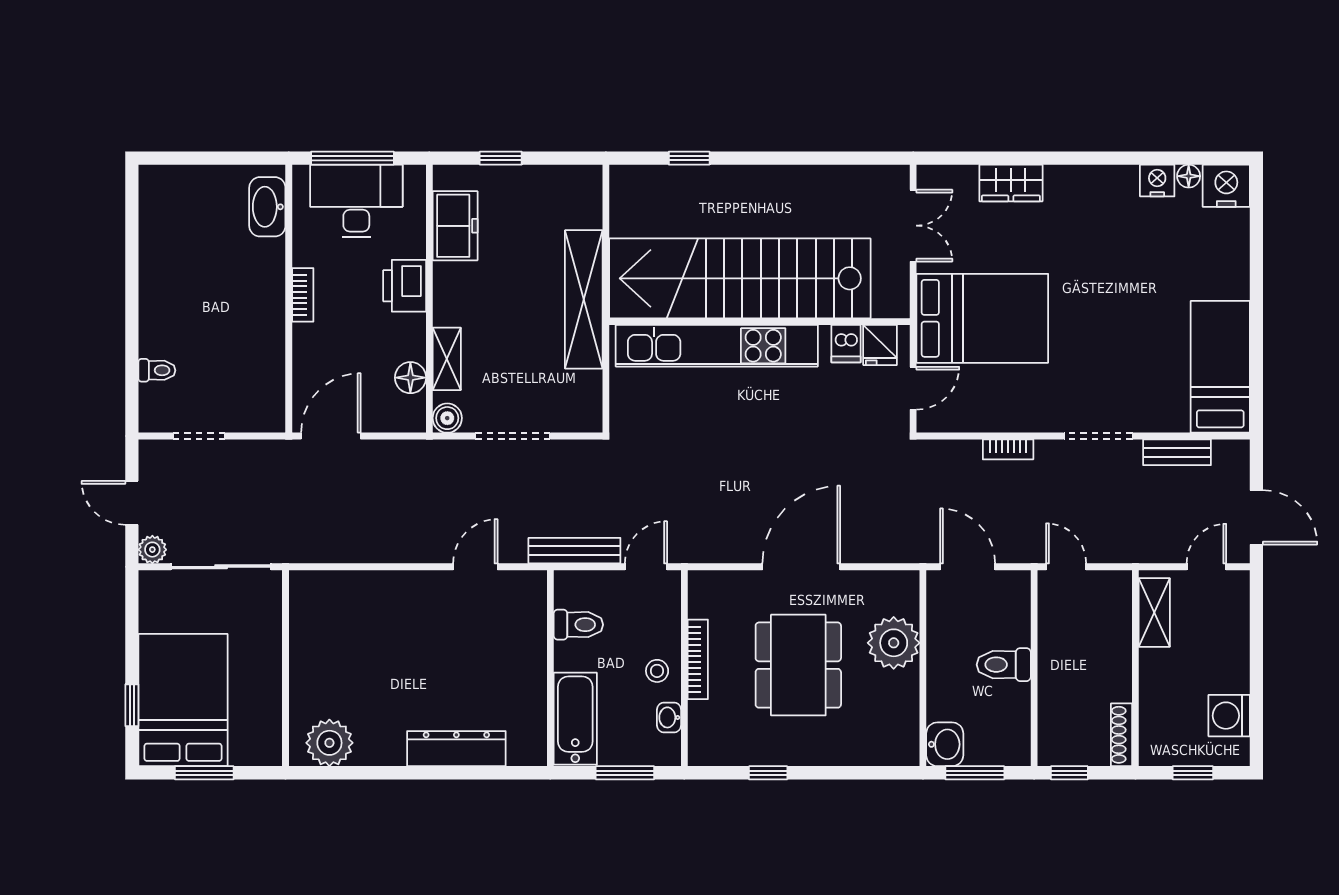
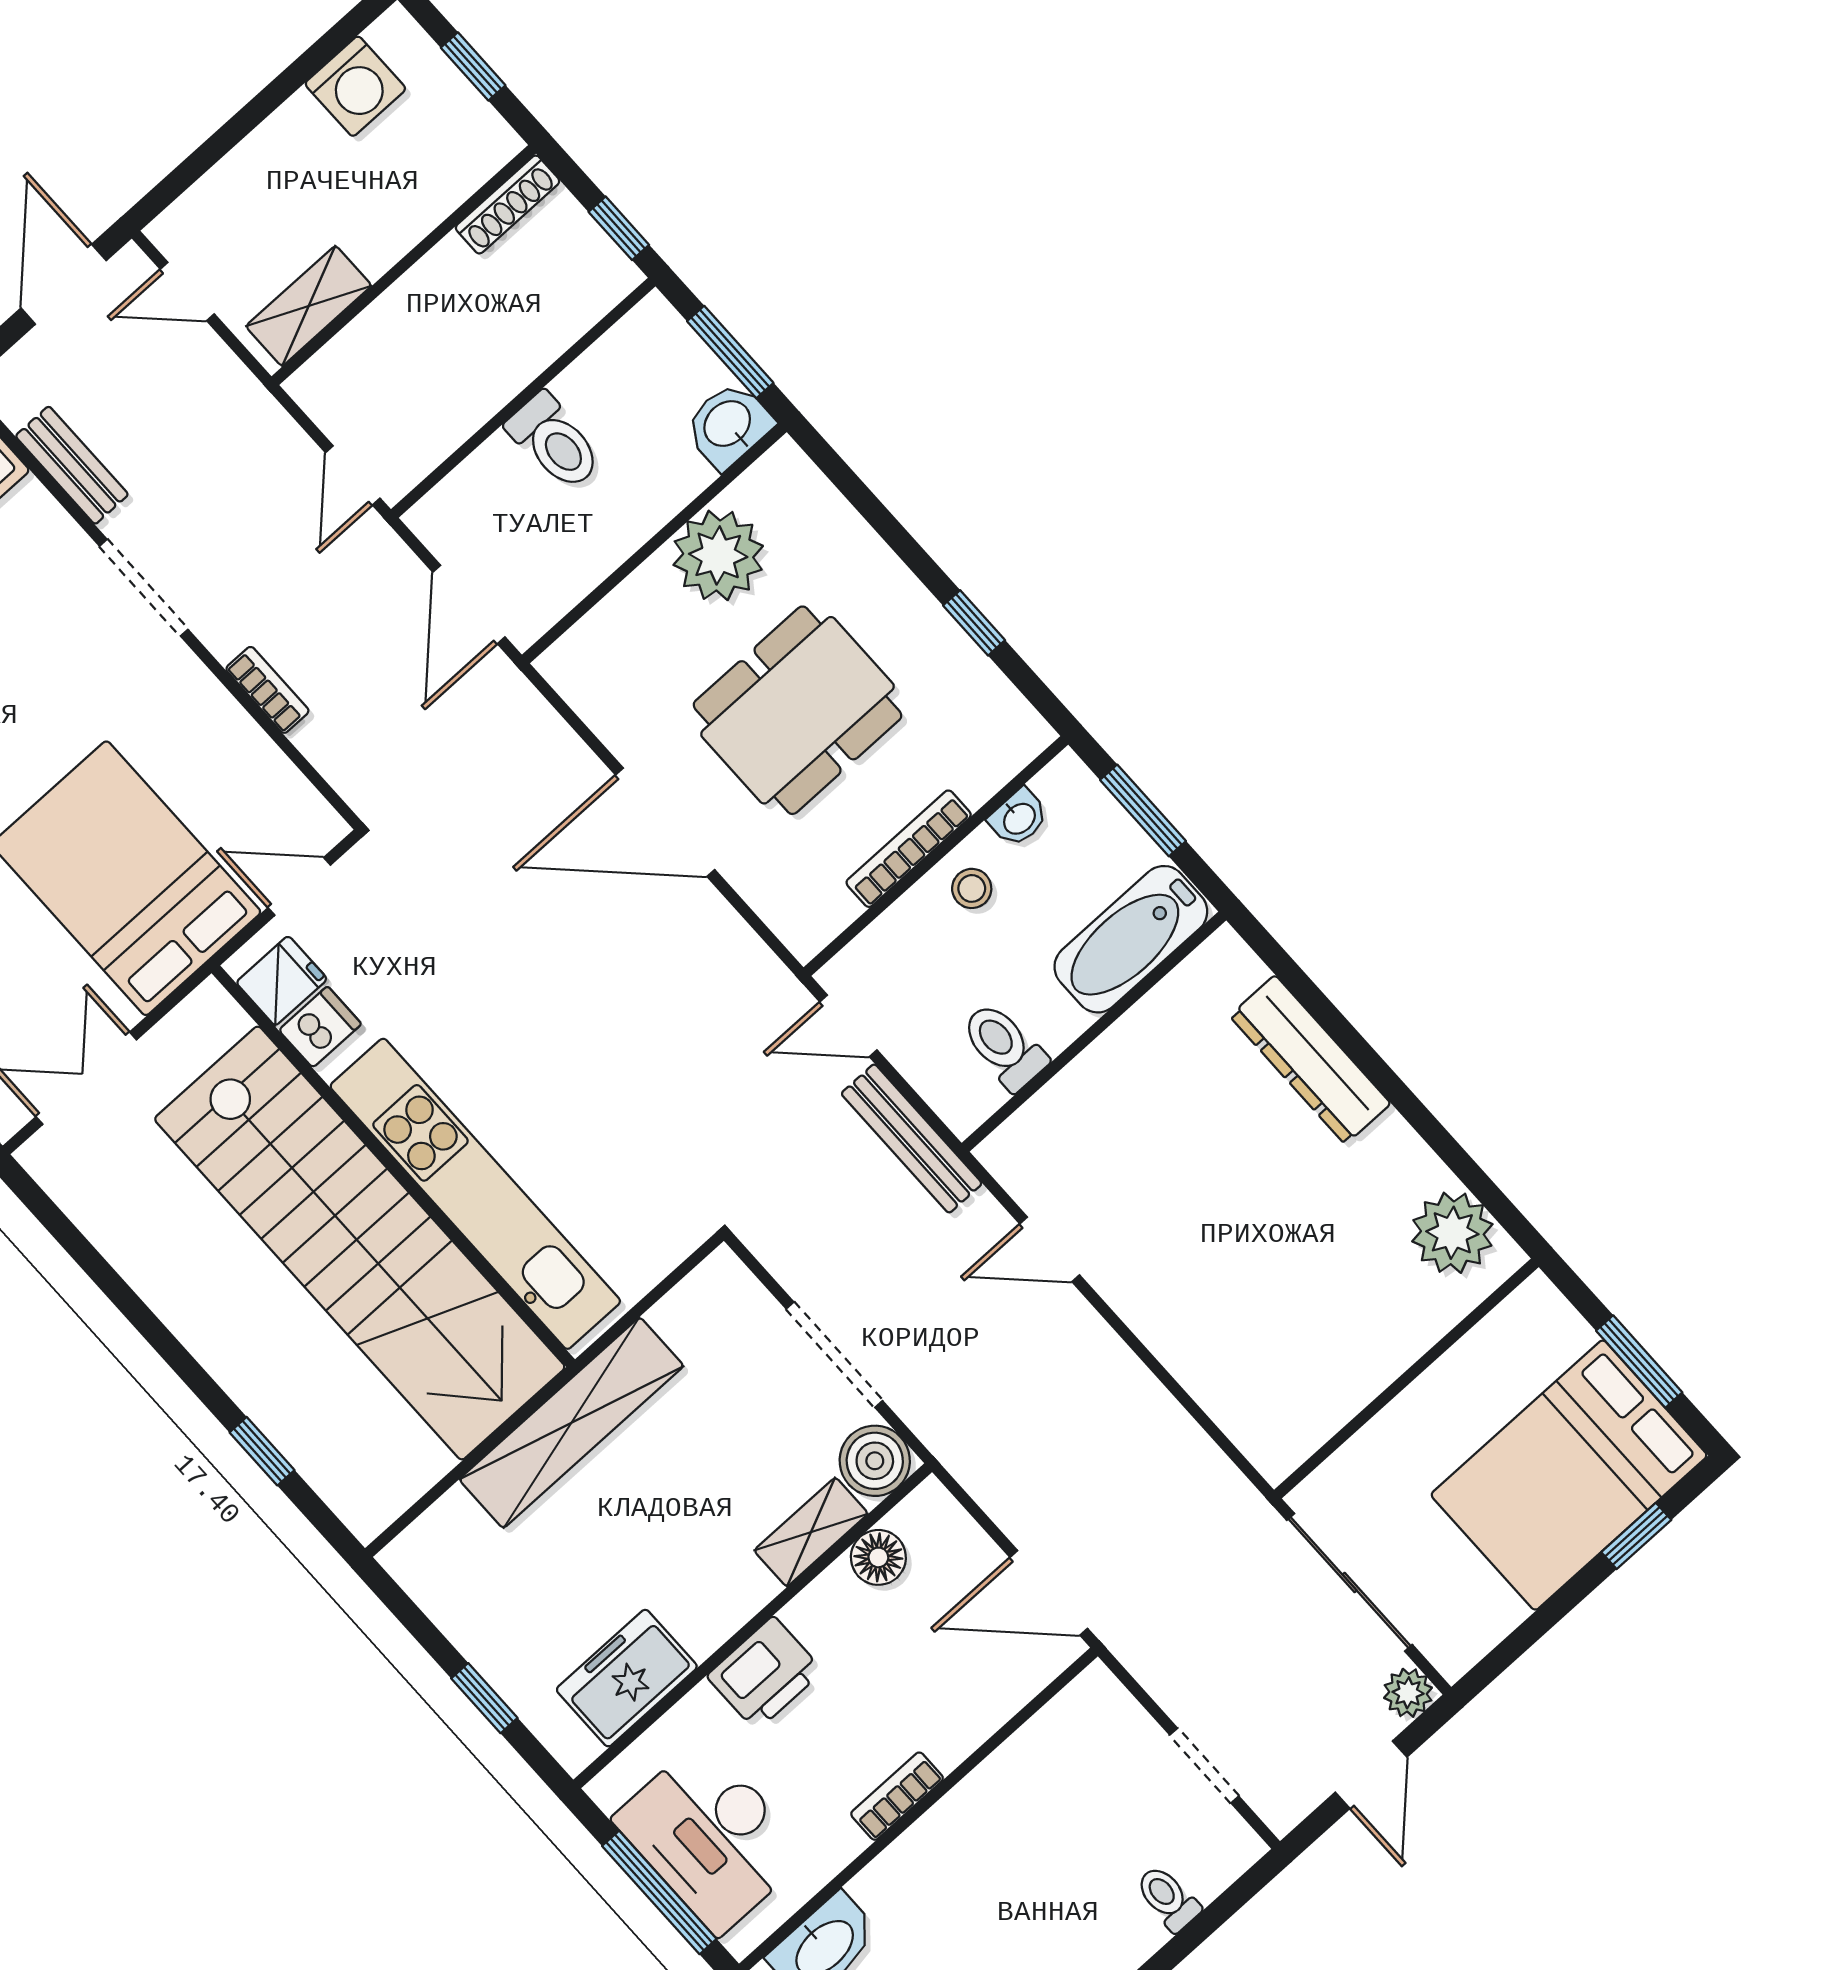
boiler: (447, 418) -> (875, 1461), width x1.36, depth x1.36
plant: (894, 643) -> (718, 555), moved

